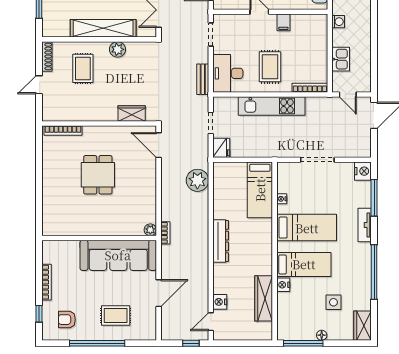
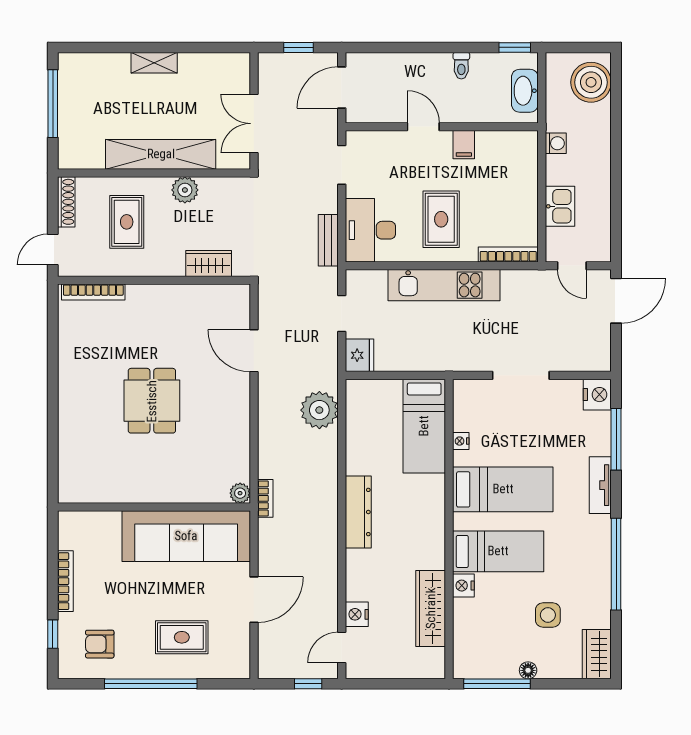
wardrobe: (132, 113) -> (209, 263), moved
wall: (99, 123) -> (154, 280), moved
bookcase: (63, 130) -> (93, 292), moved

